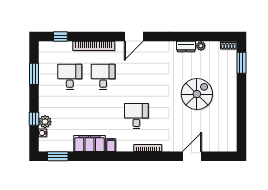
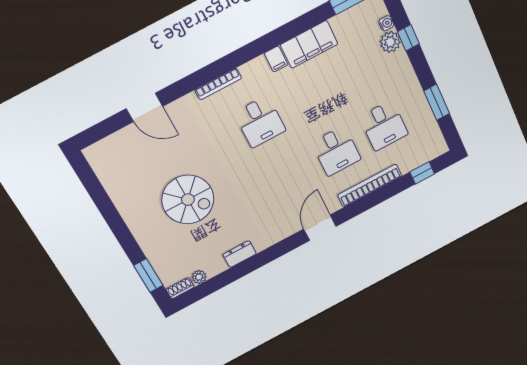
plant: (201, 46) -> (199, 277), moved
spiral stairs: (197, 94) -> (188, 200), turned -90
door: (192, 156) -> (144, 107), hinge flipped

